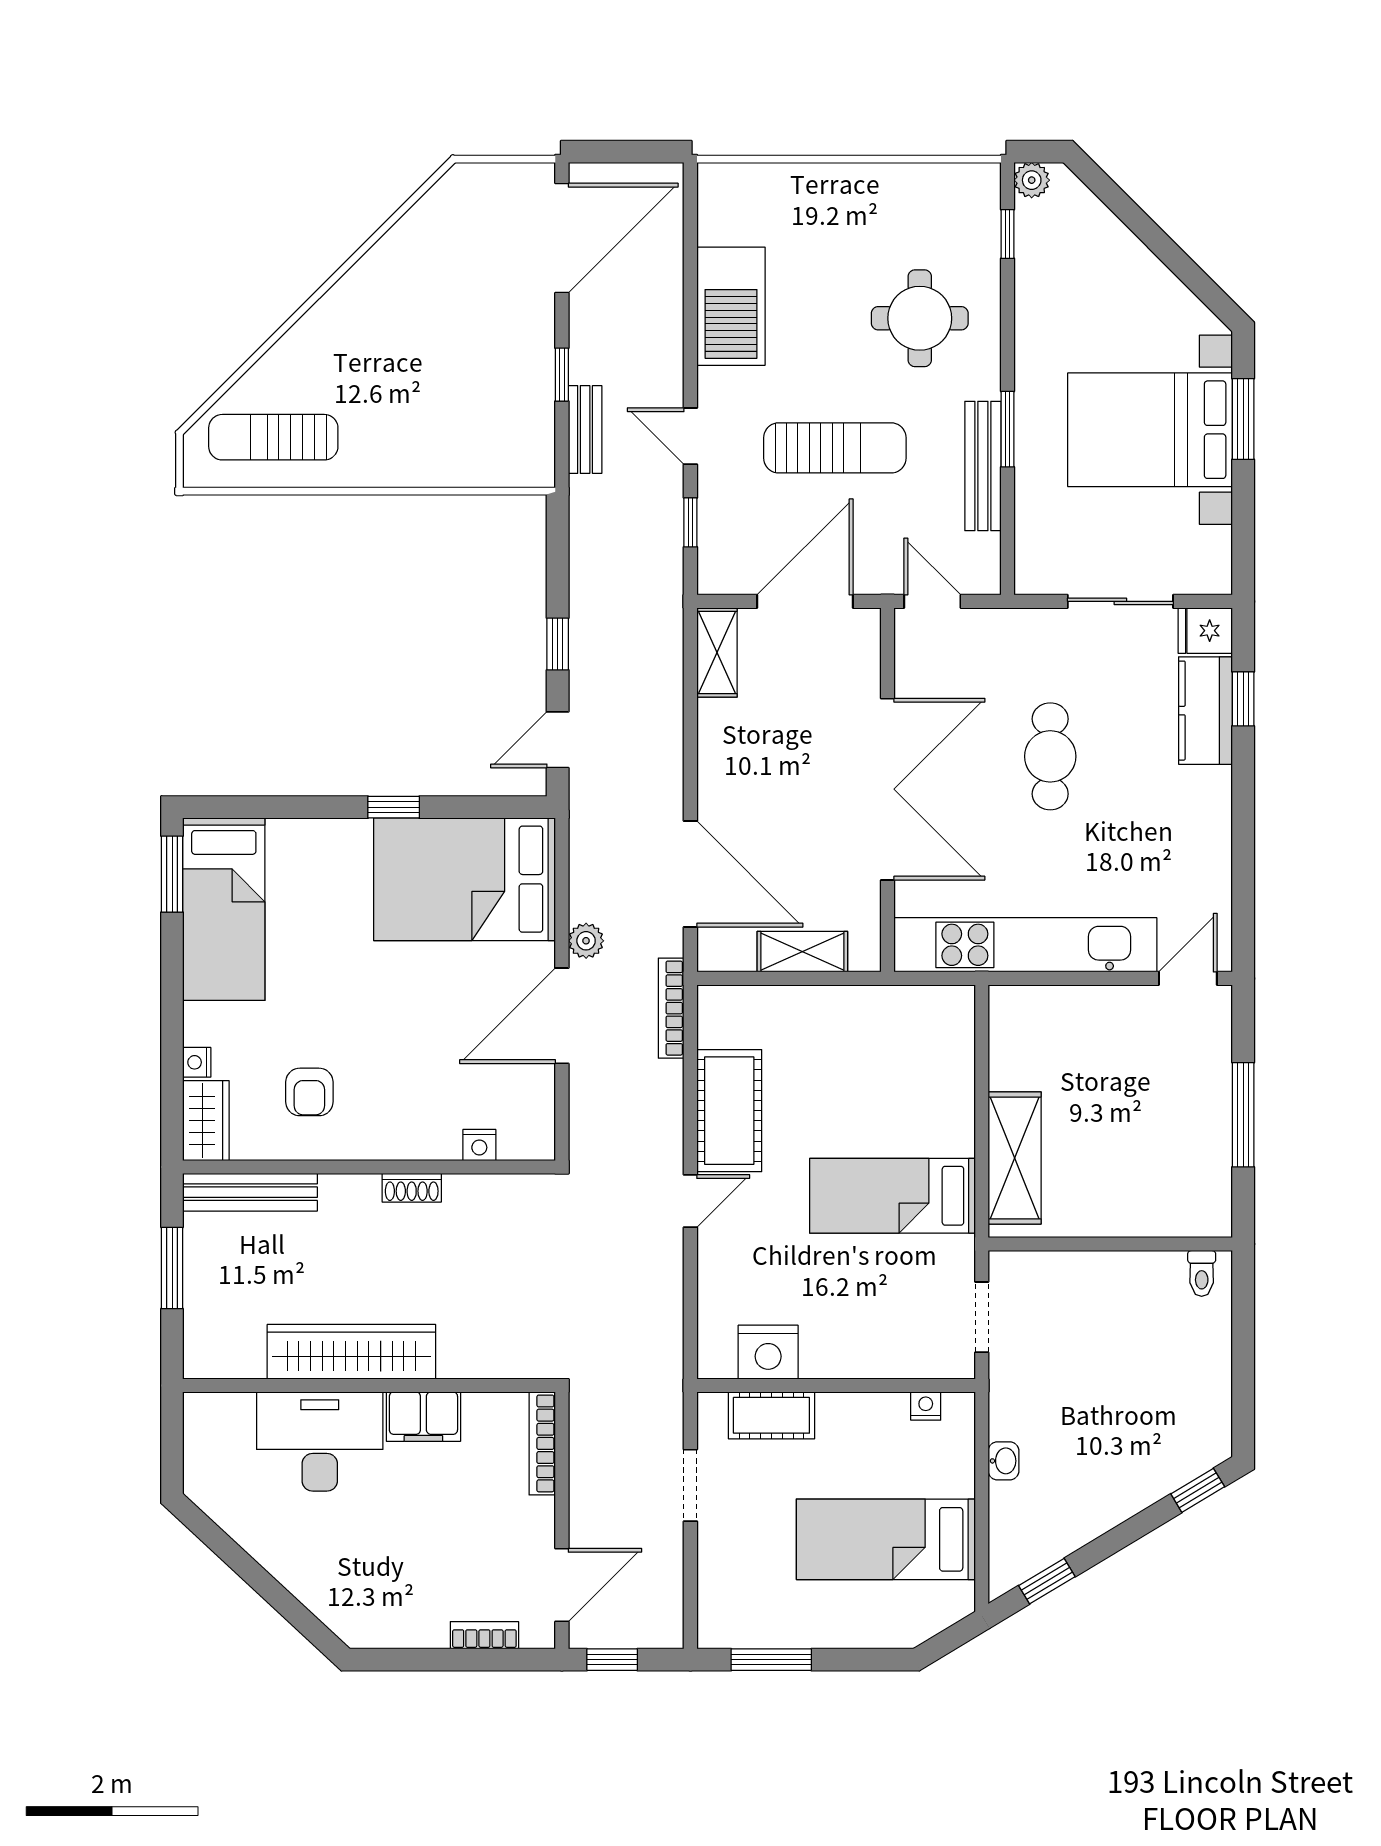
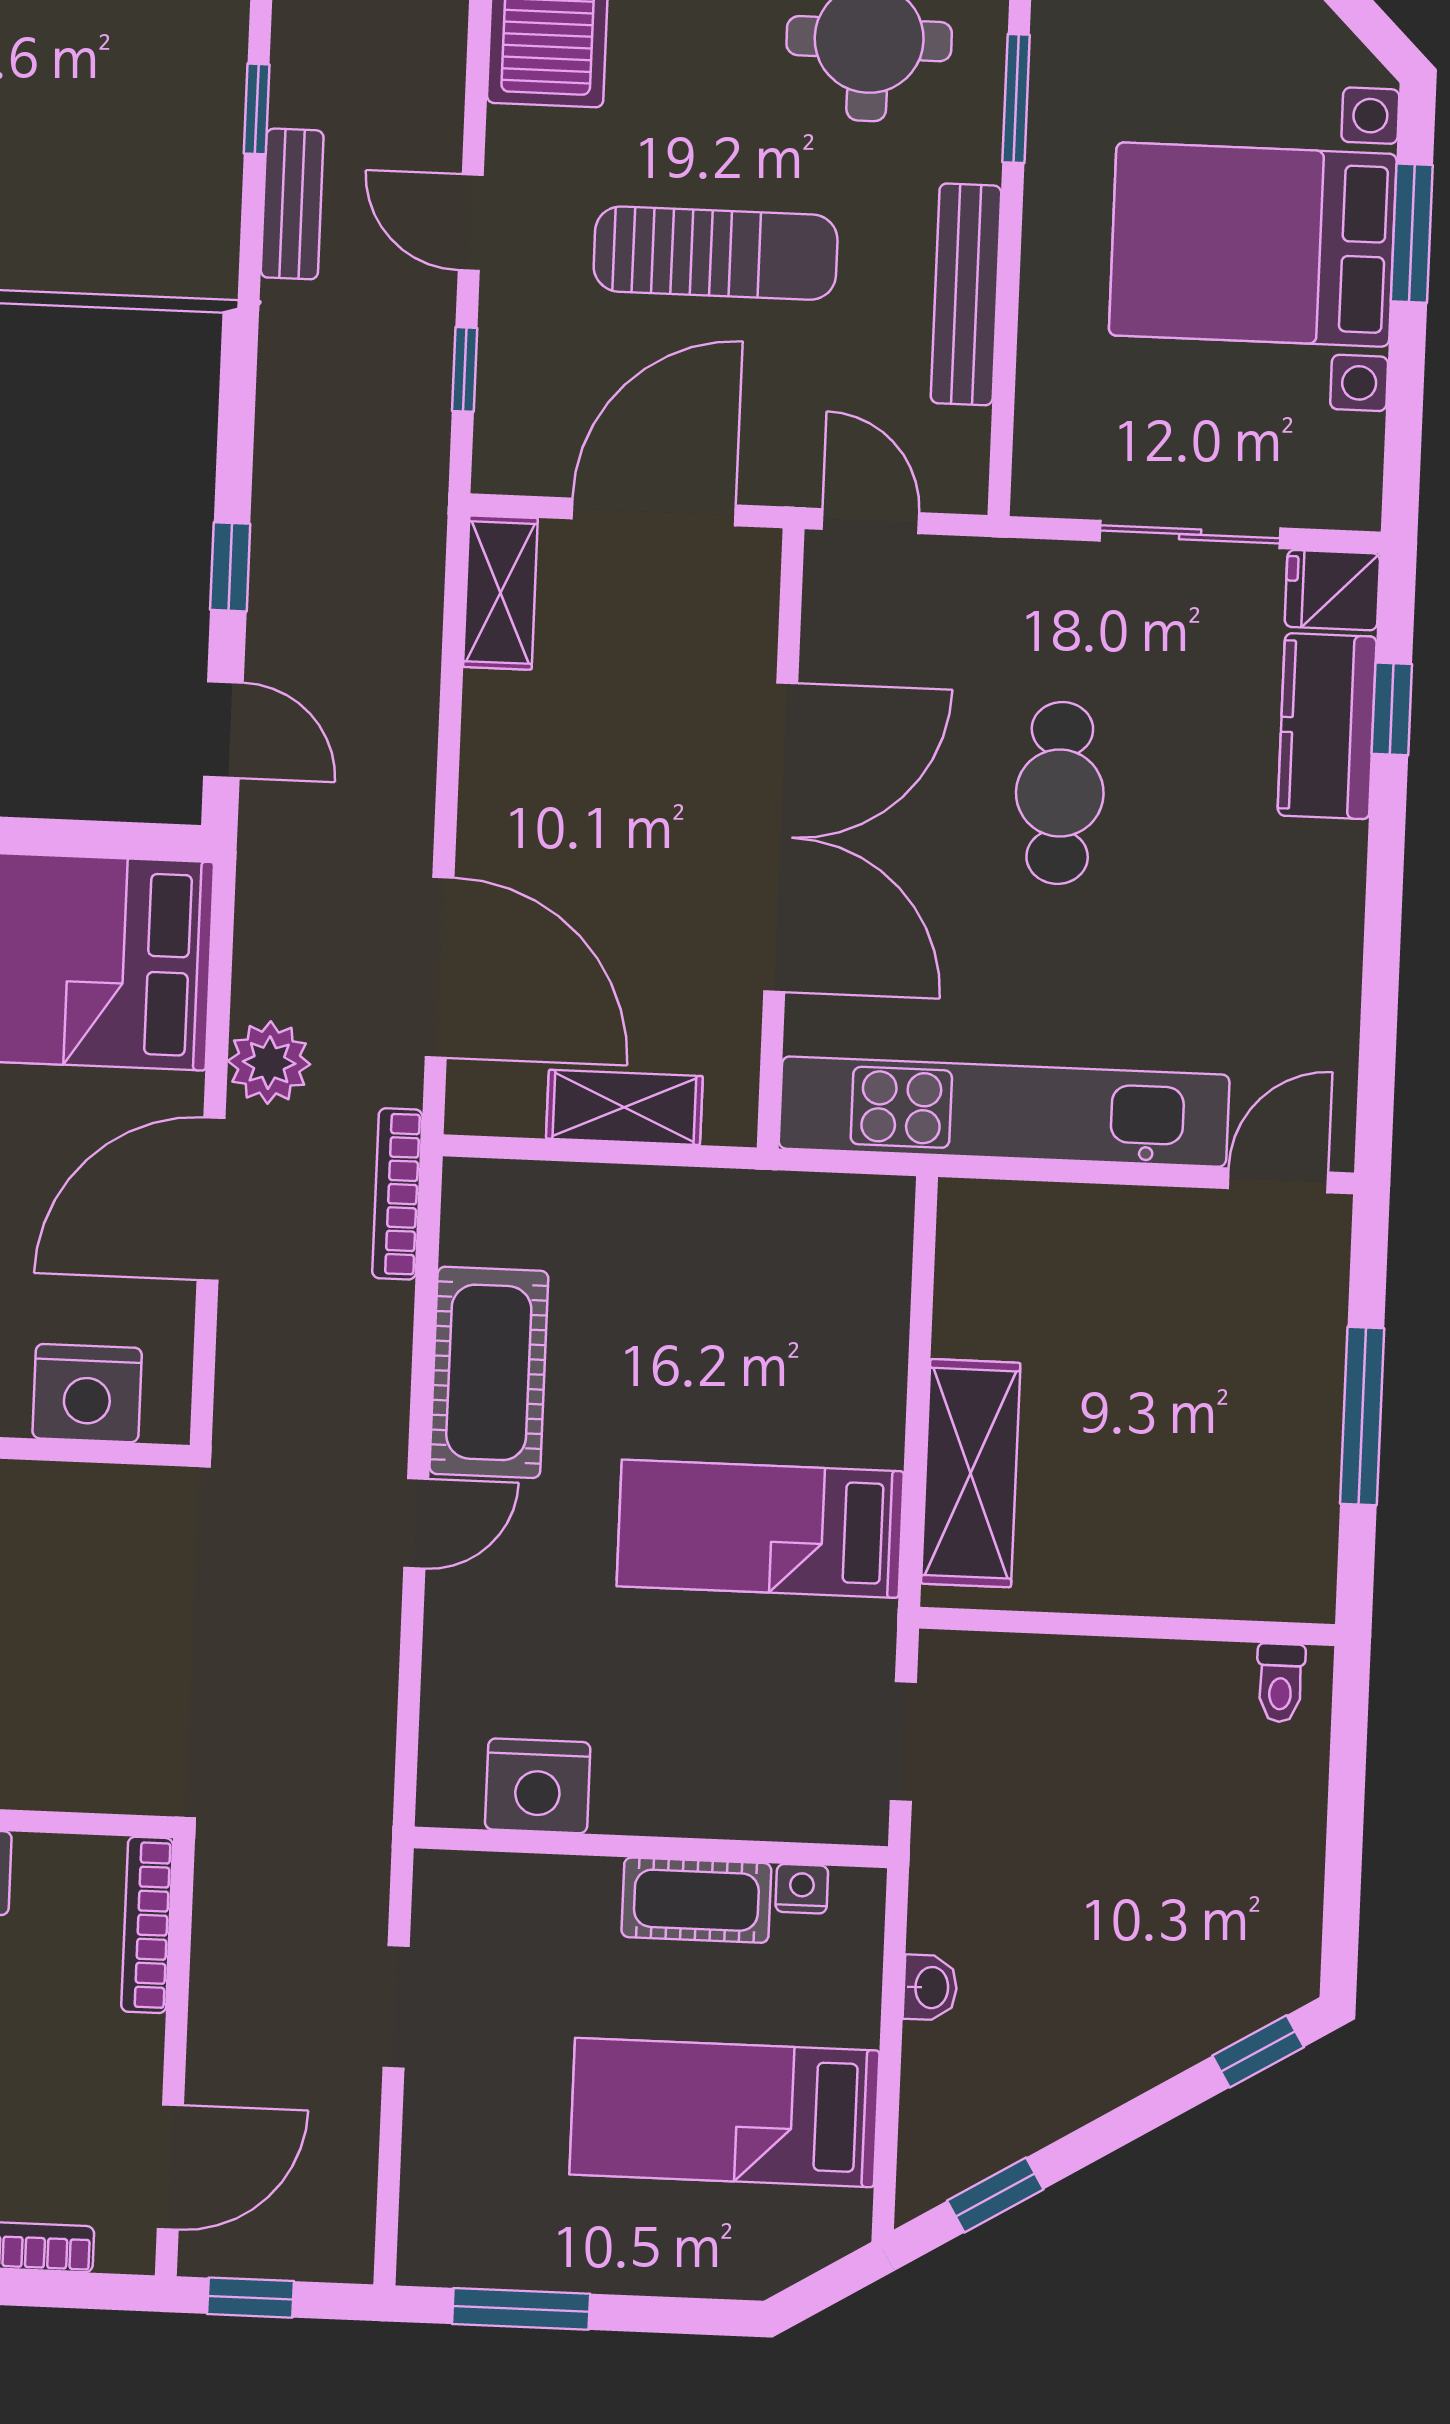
window: (1007, 429) -> (1016, 98), moved
door: (558, 740) -> (223, 730), swing flipped
plant: (586, 941) -> (269, 1063), width x1.38, depth x1.38
nightstand: (479, 1145) -> (87, 1393), width x1.89, depth x1.79
cot: (771, 1415) -> (696, 1900), moved

